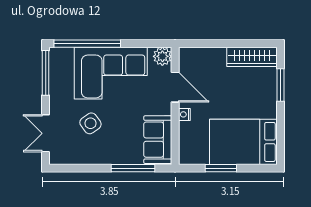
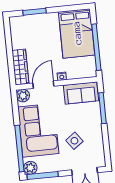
plant: (58, 57) -> (30, 168), added
wardrobe: (252, 57) -> (20, 67), moved
window: (221, 168) -> (96, 47), width x2.11

